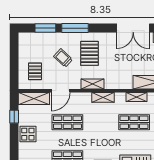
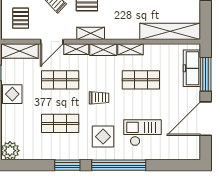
shelving: (81, 97) -> (76, 49), added
shelving: (137, 97) -> (130, 49), moved
trolley: (100, 137) -> (99, 98), added

